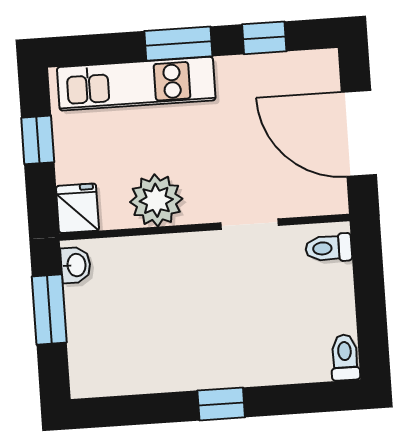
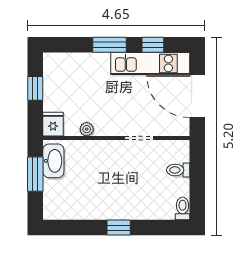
kitchen unit: (136, 84) -> (150, 63), moved
plant: (156, 200) -> (87, 129), width x0.53, depth x0.53
toilet: (329, 248) -> (178, 170), moved
washbasin: (76, 265) -> (53, 161), width x1.91, depth x1.45

